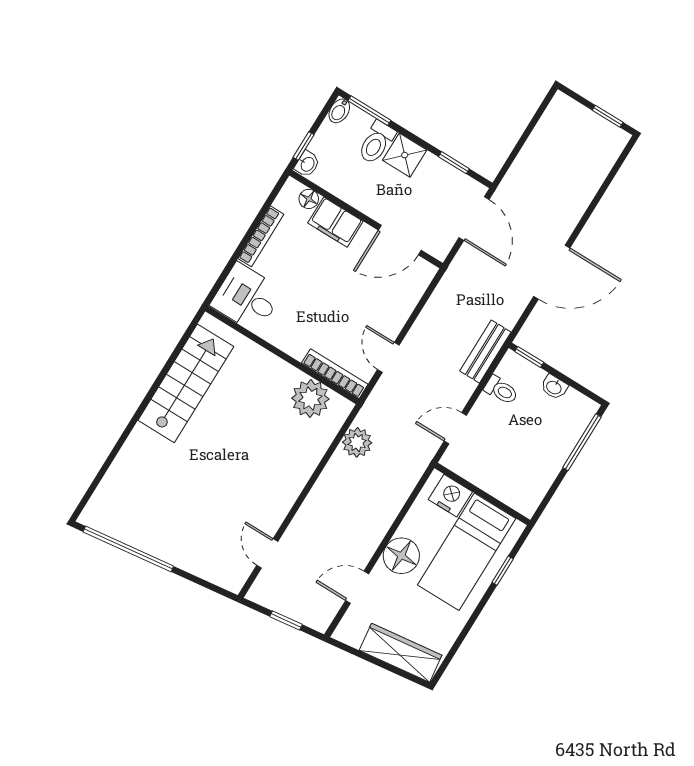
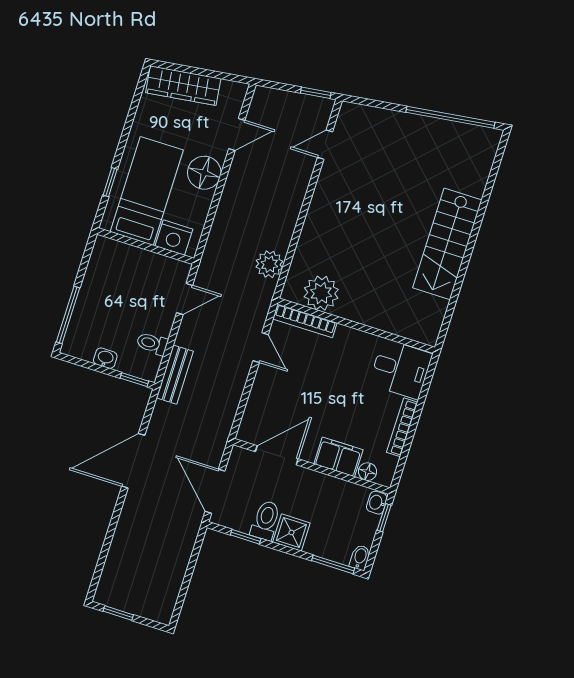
toilet: (376, 142) -> (266, 520), moved
stairs: (186, 383) -> (447, 244), moved
door: (267, 553) -> (325, 145), swing flipped
window: (286, 621) -> (316, 93), moved

